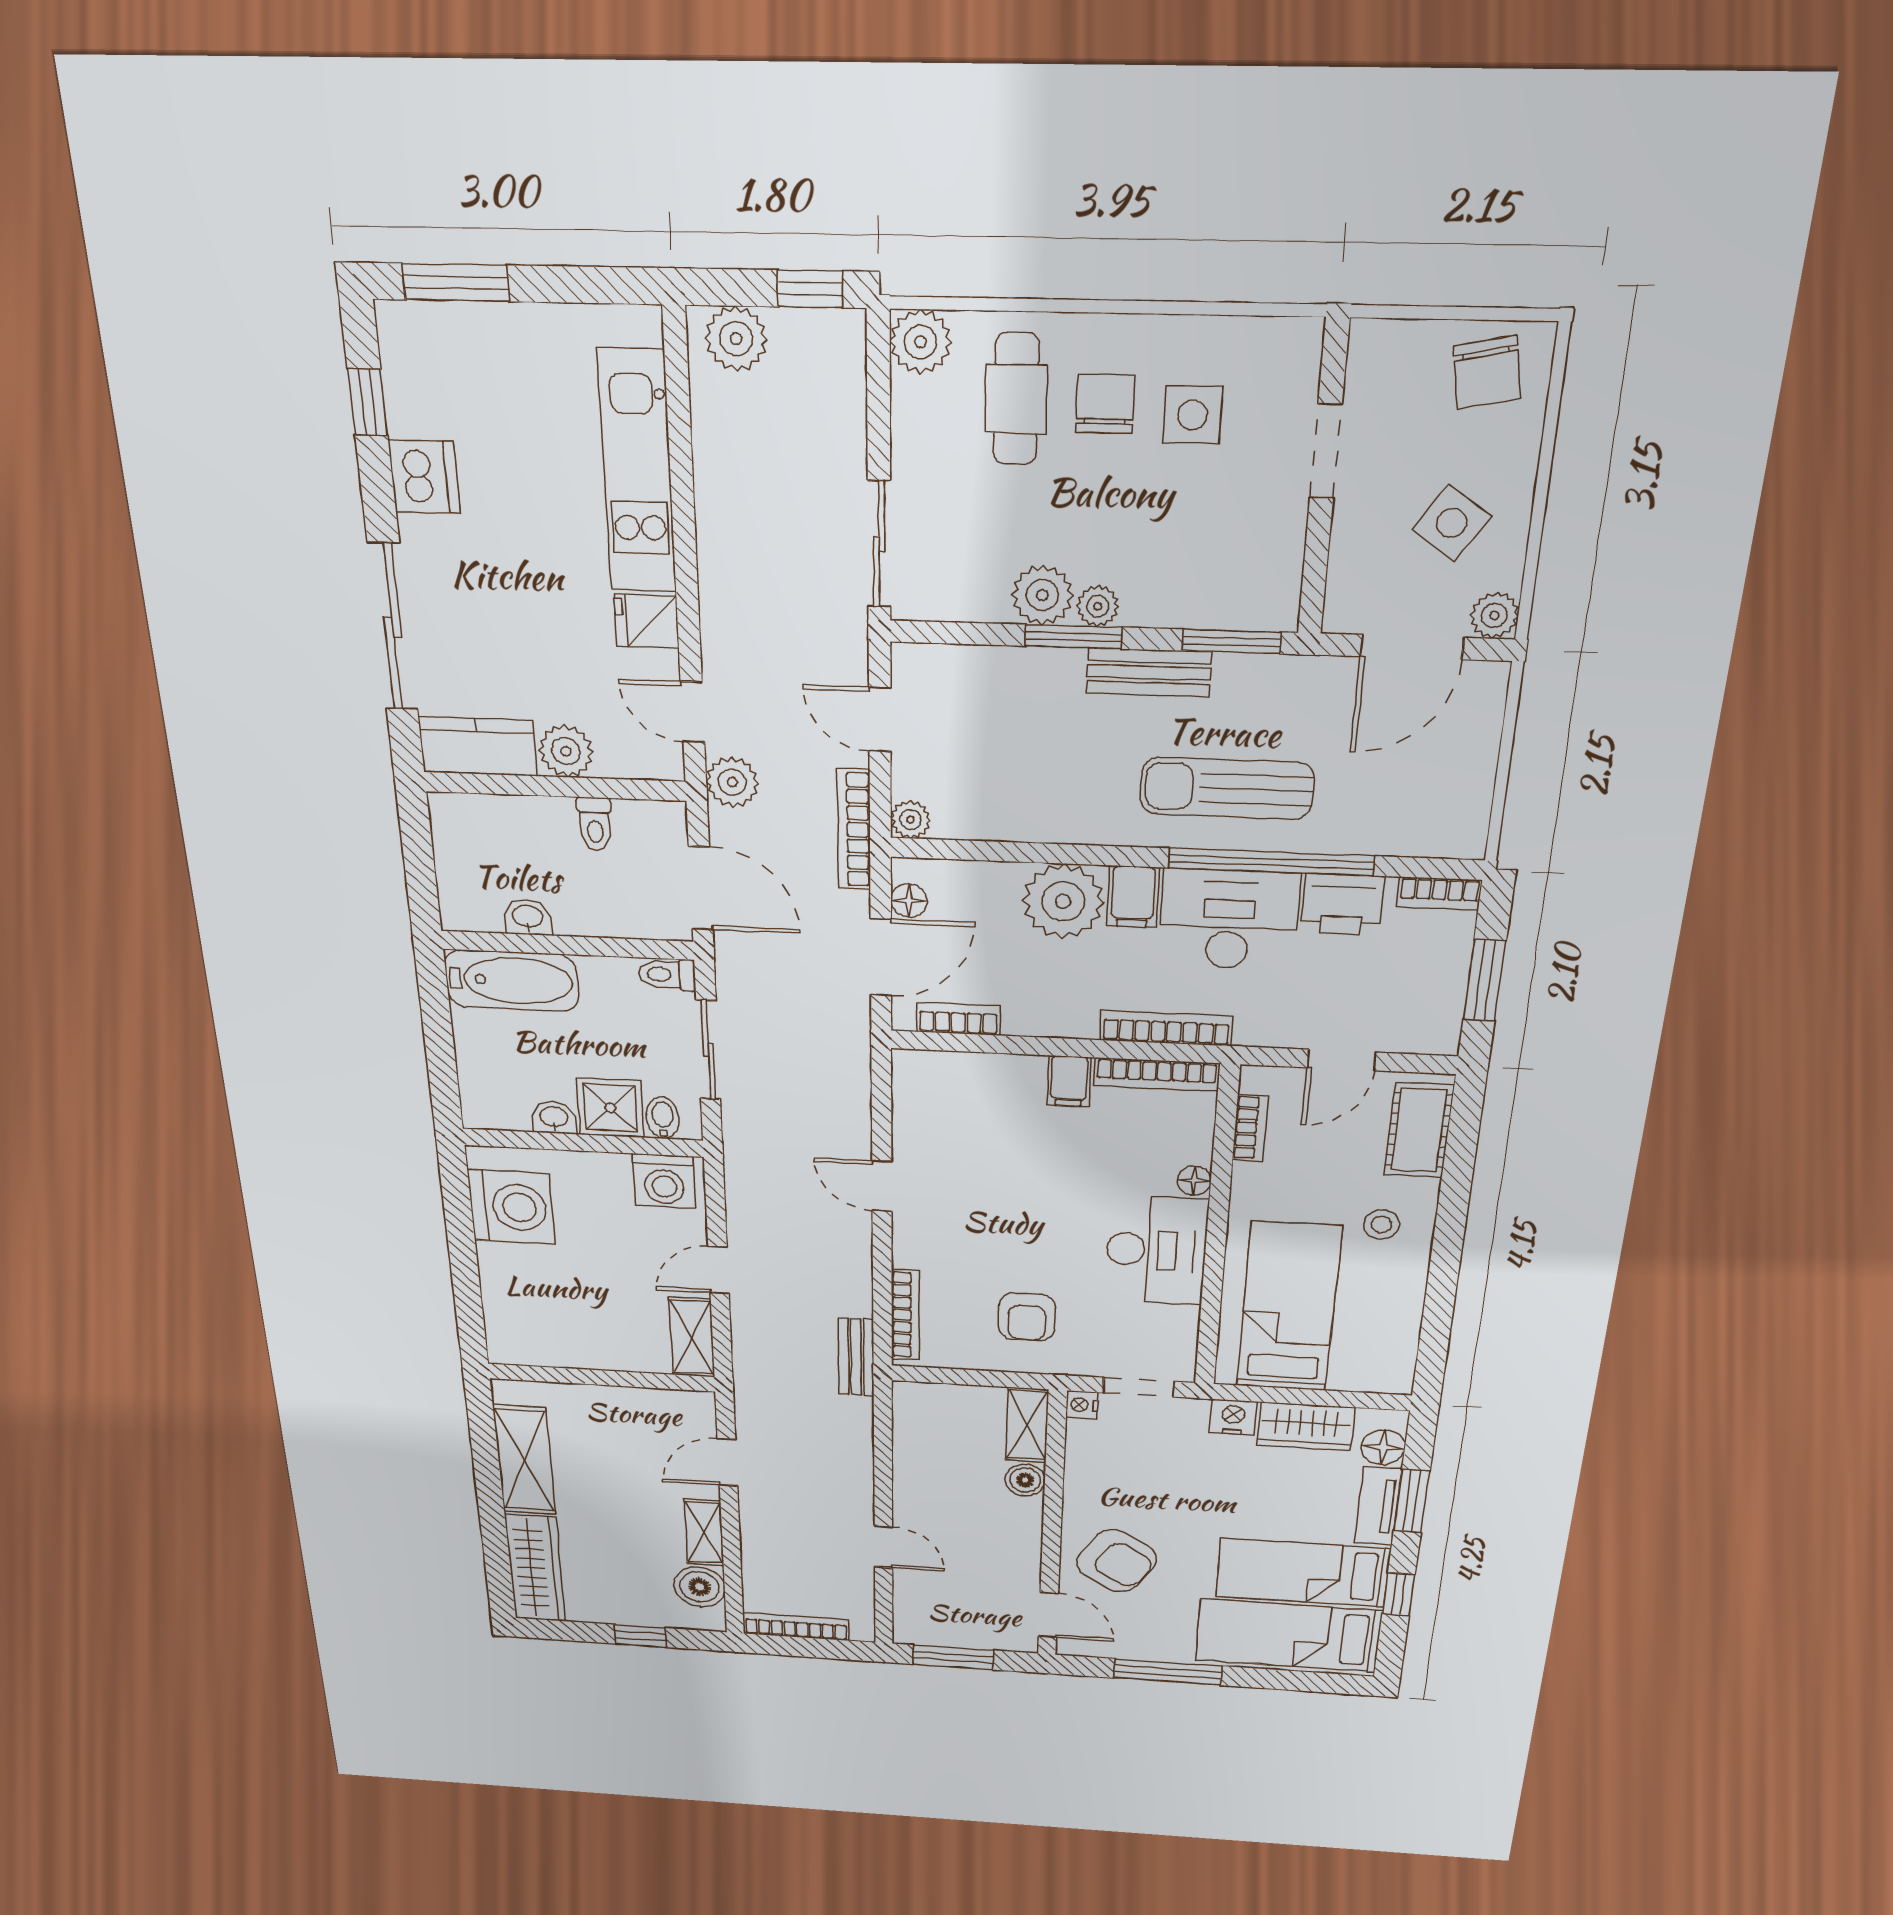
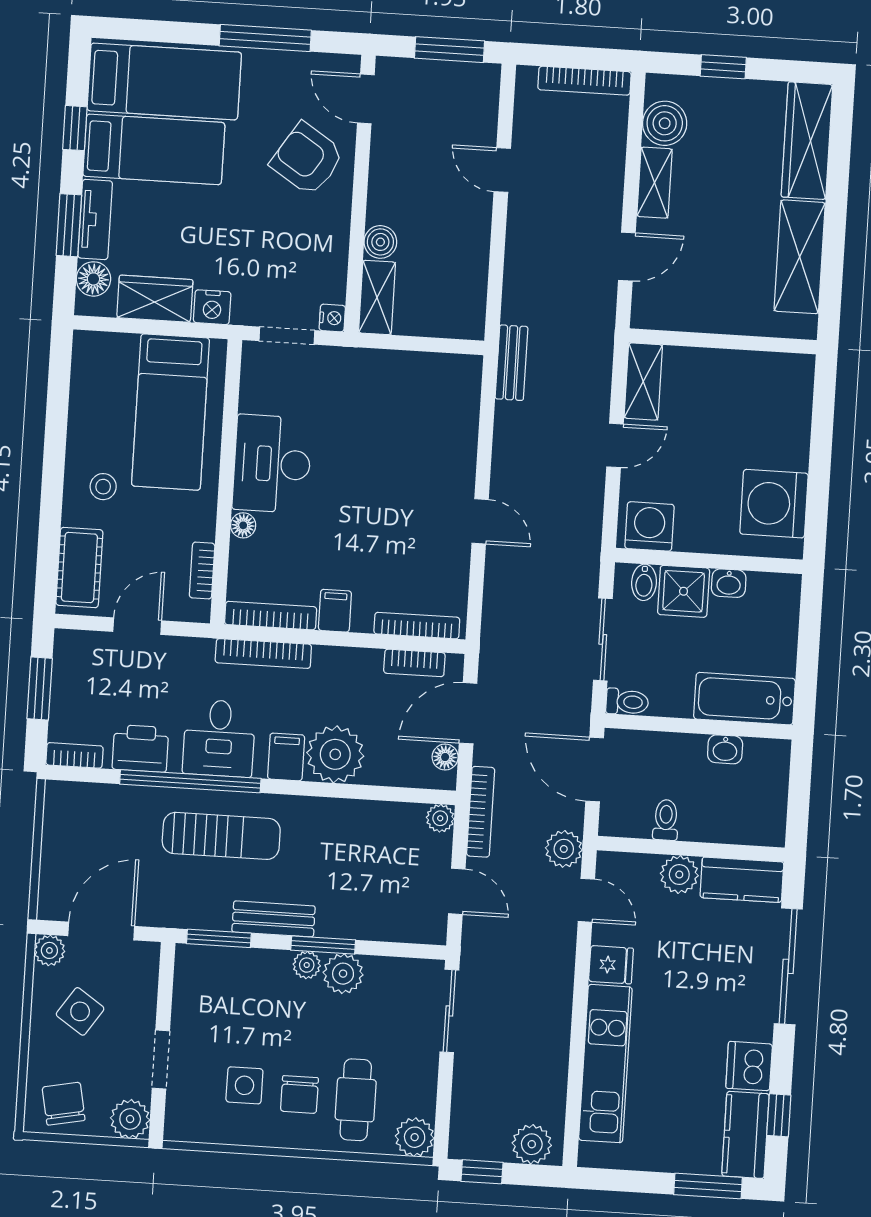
plant: (1379, 351) -> (130, 1119), added
kitchen counter: (412, 369) -> (745, 1135), added
desk: (1229, 920) -> (219, 738), width x0.73
bookcase: (905, 1315) -> (417, 626), moved, turned 90
armchair: (1027, 1317) -> (373, 402), removed

